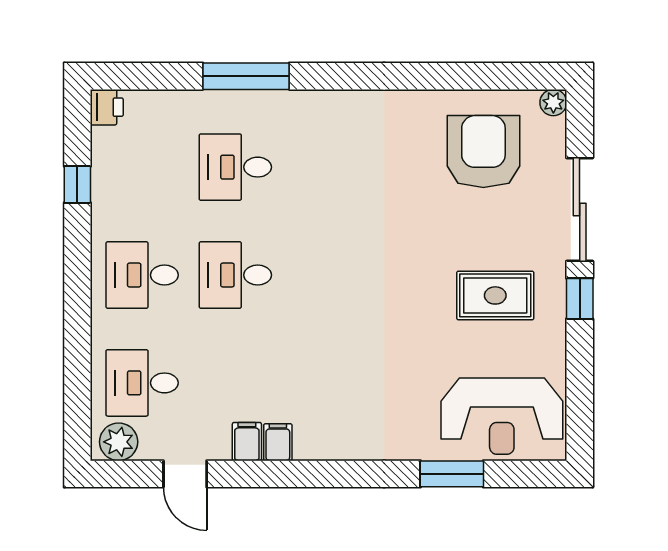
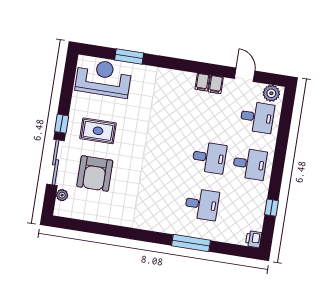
plant: (553, 103) -> (62, 195), moved
armchair: (483, 152) -> (95, 173), moved

